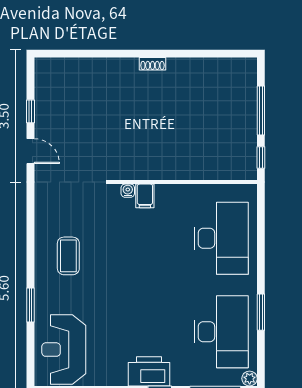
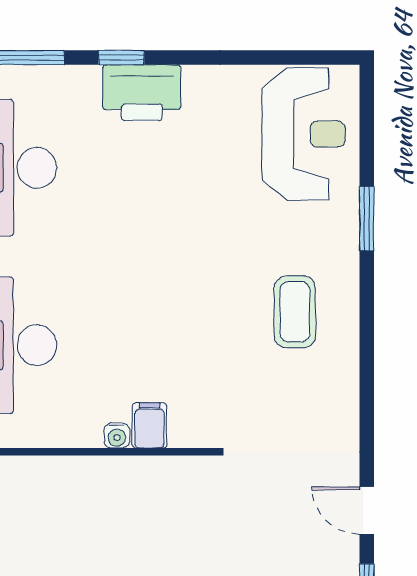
water cooler: (128, 191) -> (117, 436), moved

